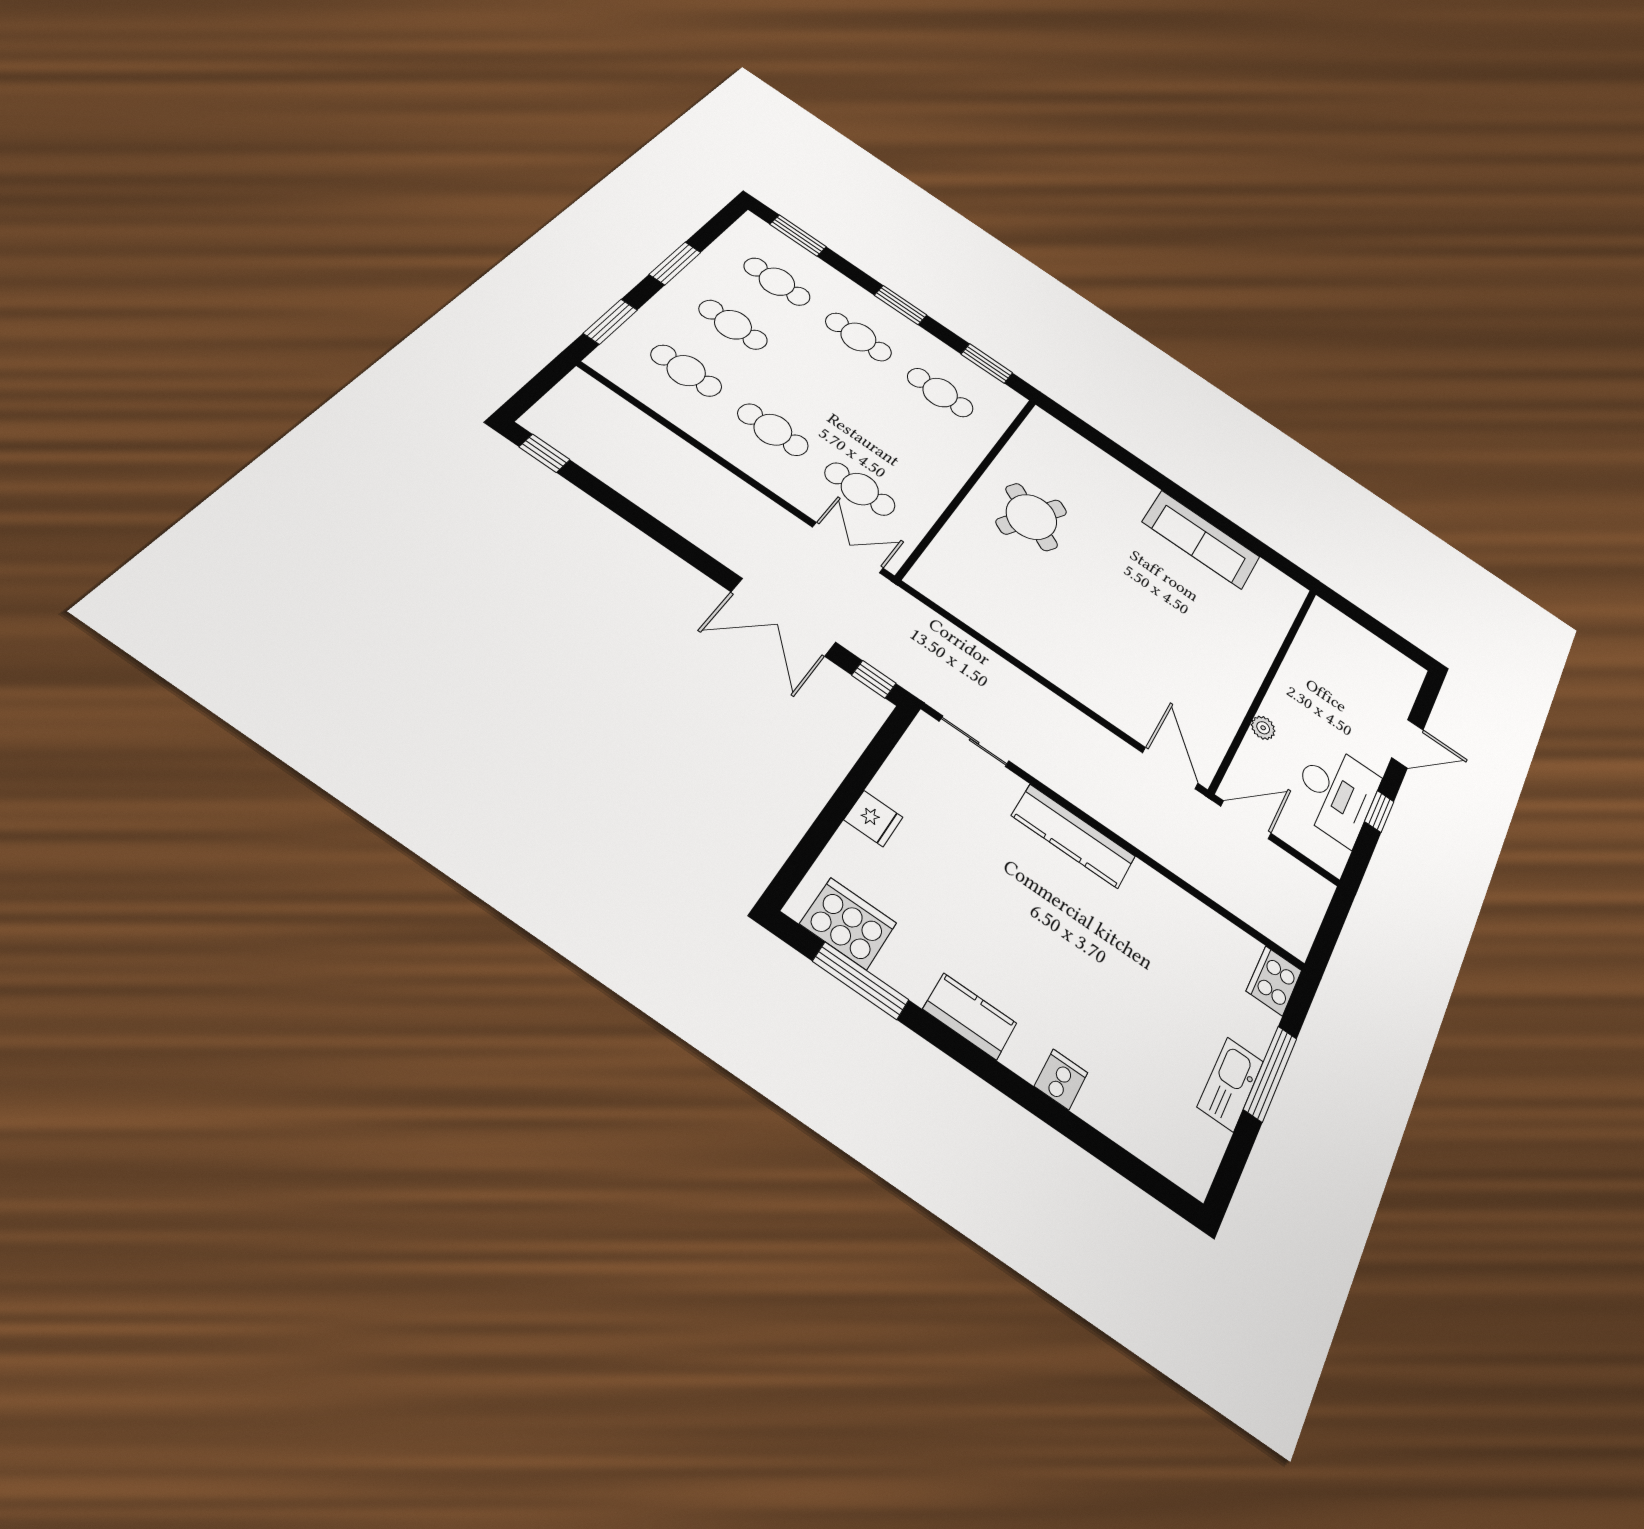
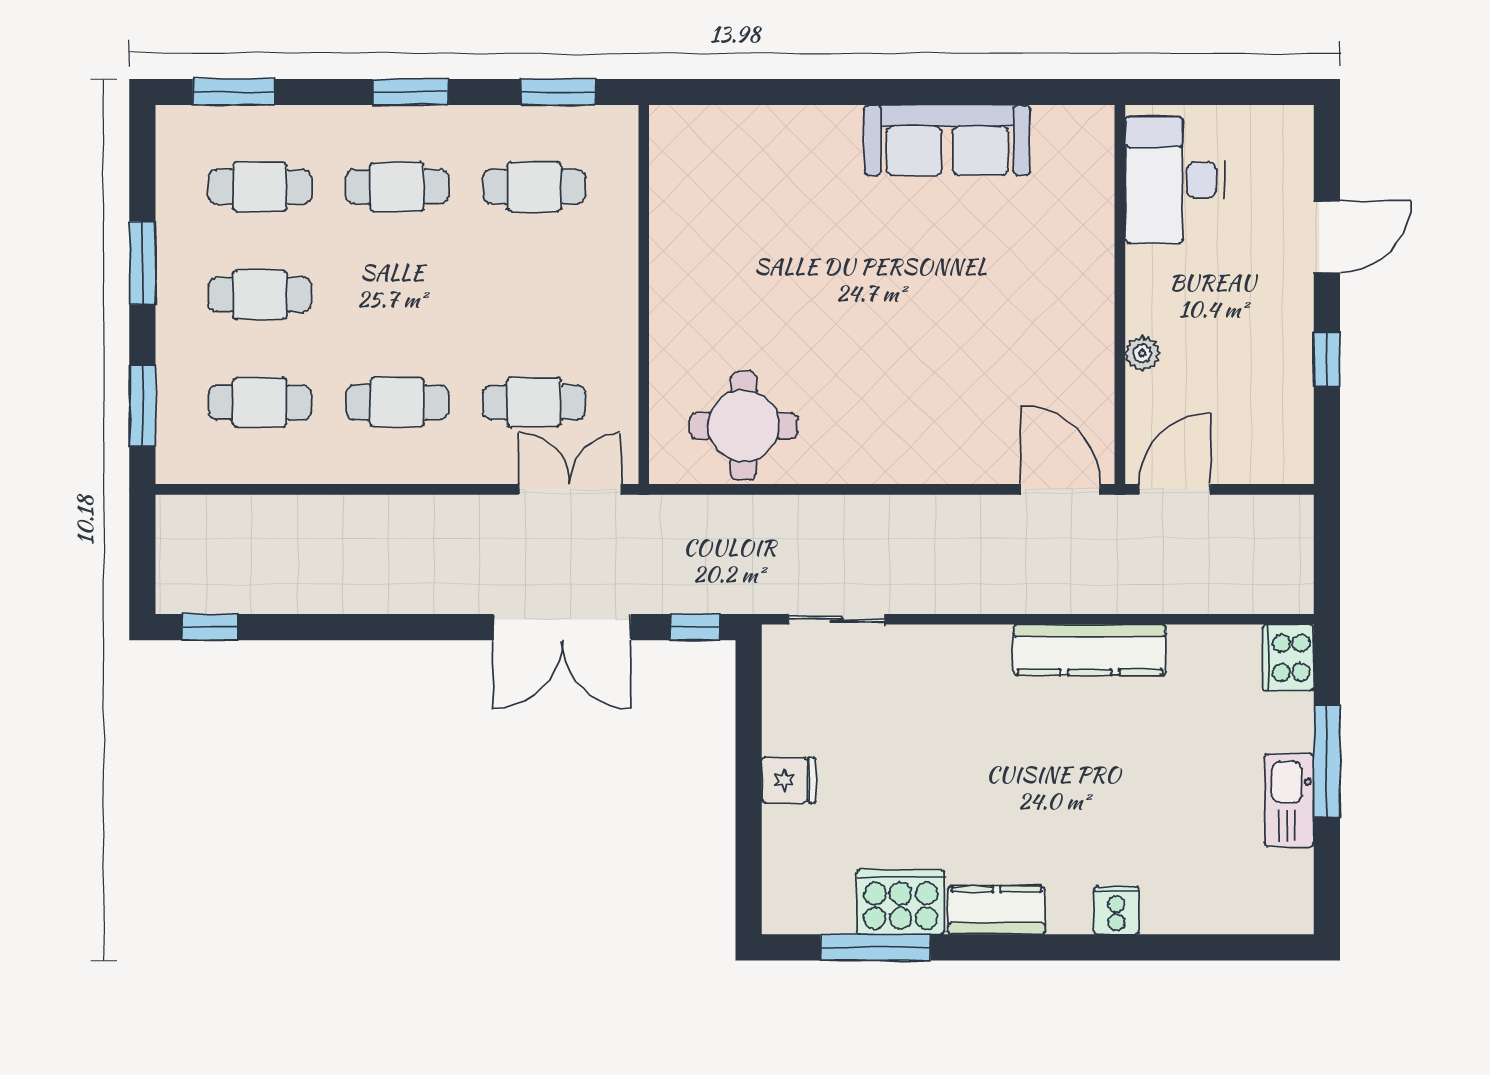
round table: (1031, 517) -> (744, 426), moved, turned -30
desk: (1336, 792) -> (1175, 180), moved, turned 180
kitchen counter: (1073, 836) -> (1090, 650), moved
cooker: (848, 923) -> (901, 902), moved

